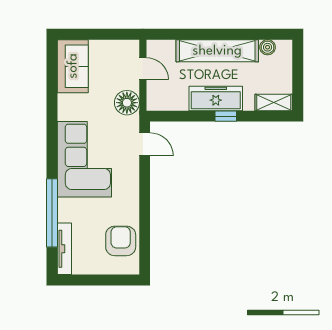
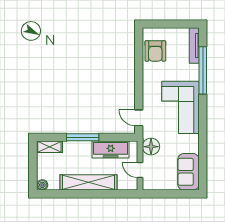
boiler: (268, 47) -> (42, 185), moved
freezer: (216, 98) -> (111, 150), moved
window: (226, 116) -> (83, 137), width x2.17

